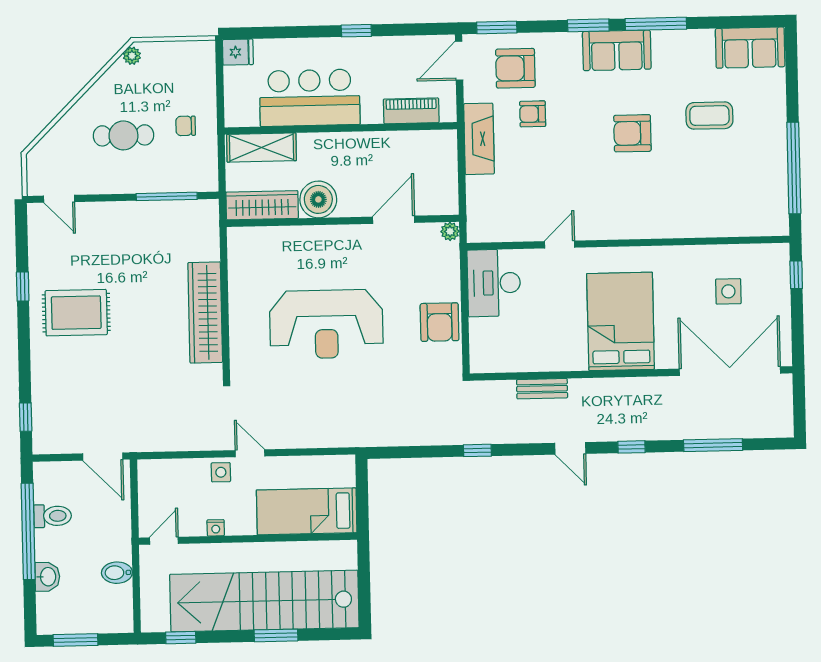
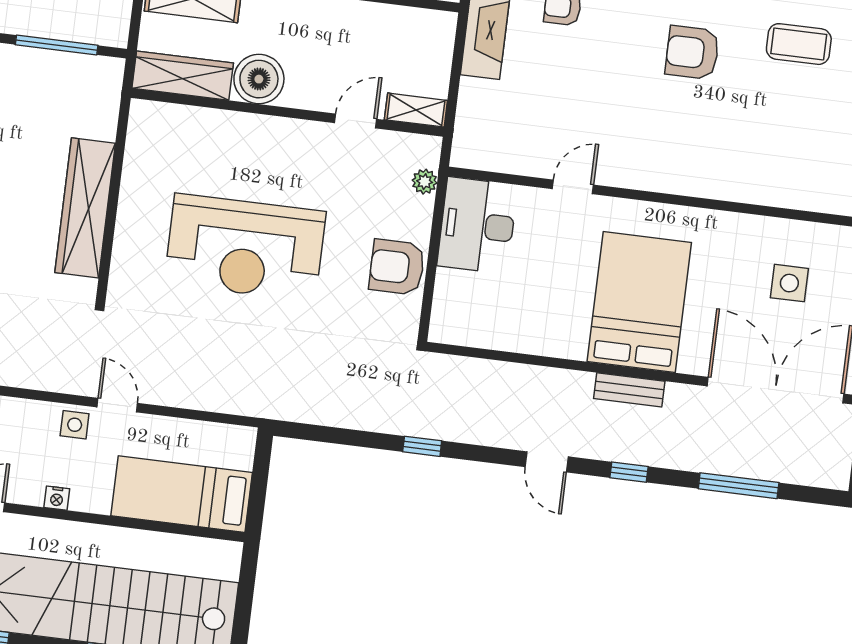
shelving: (437, 205) -> (416, 110), added
door: (394, 220) -> (356, 121), width x0.73
plant: (450, 231) -> (425, 182), moved
armchair: (440, 322) -> (397, 267), turned 90
bench: (542, 389) -> (629, 390), moved

